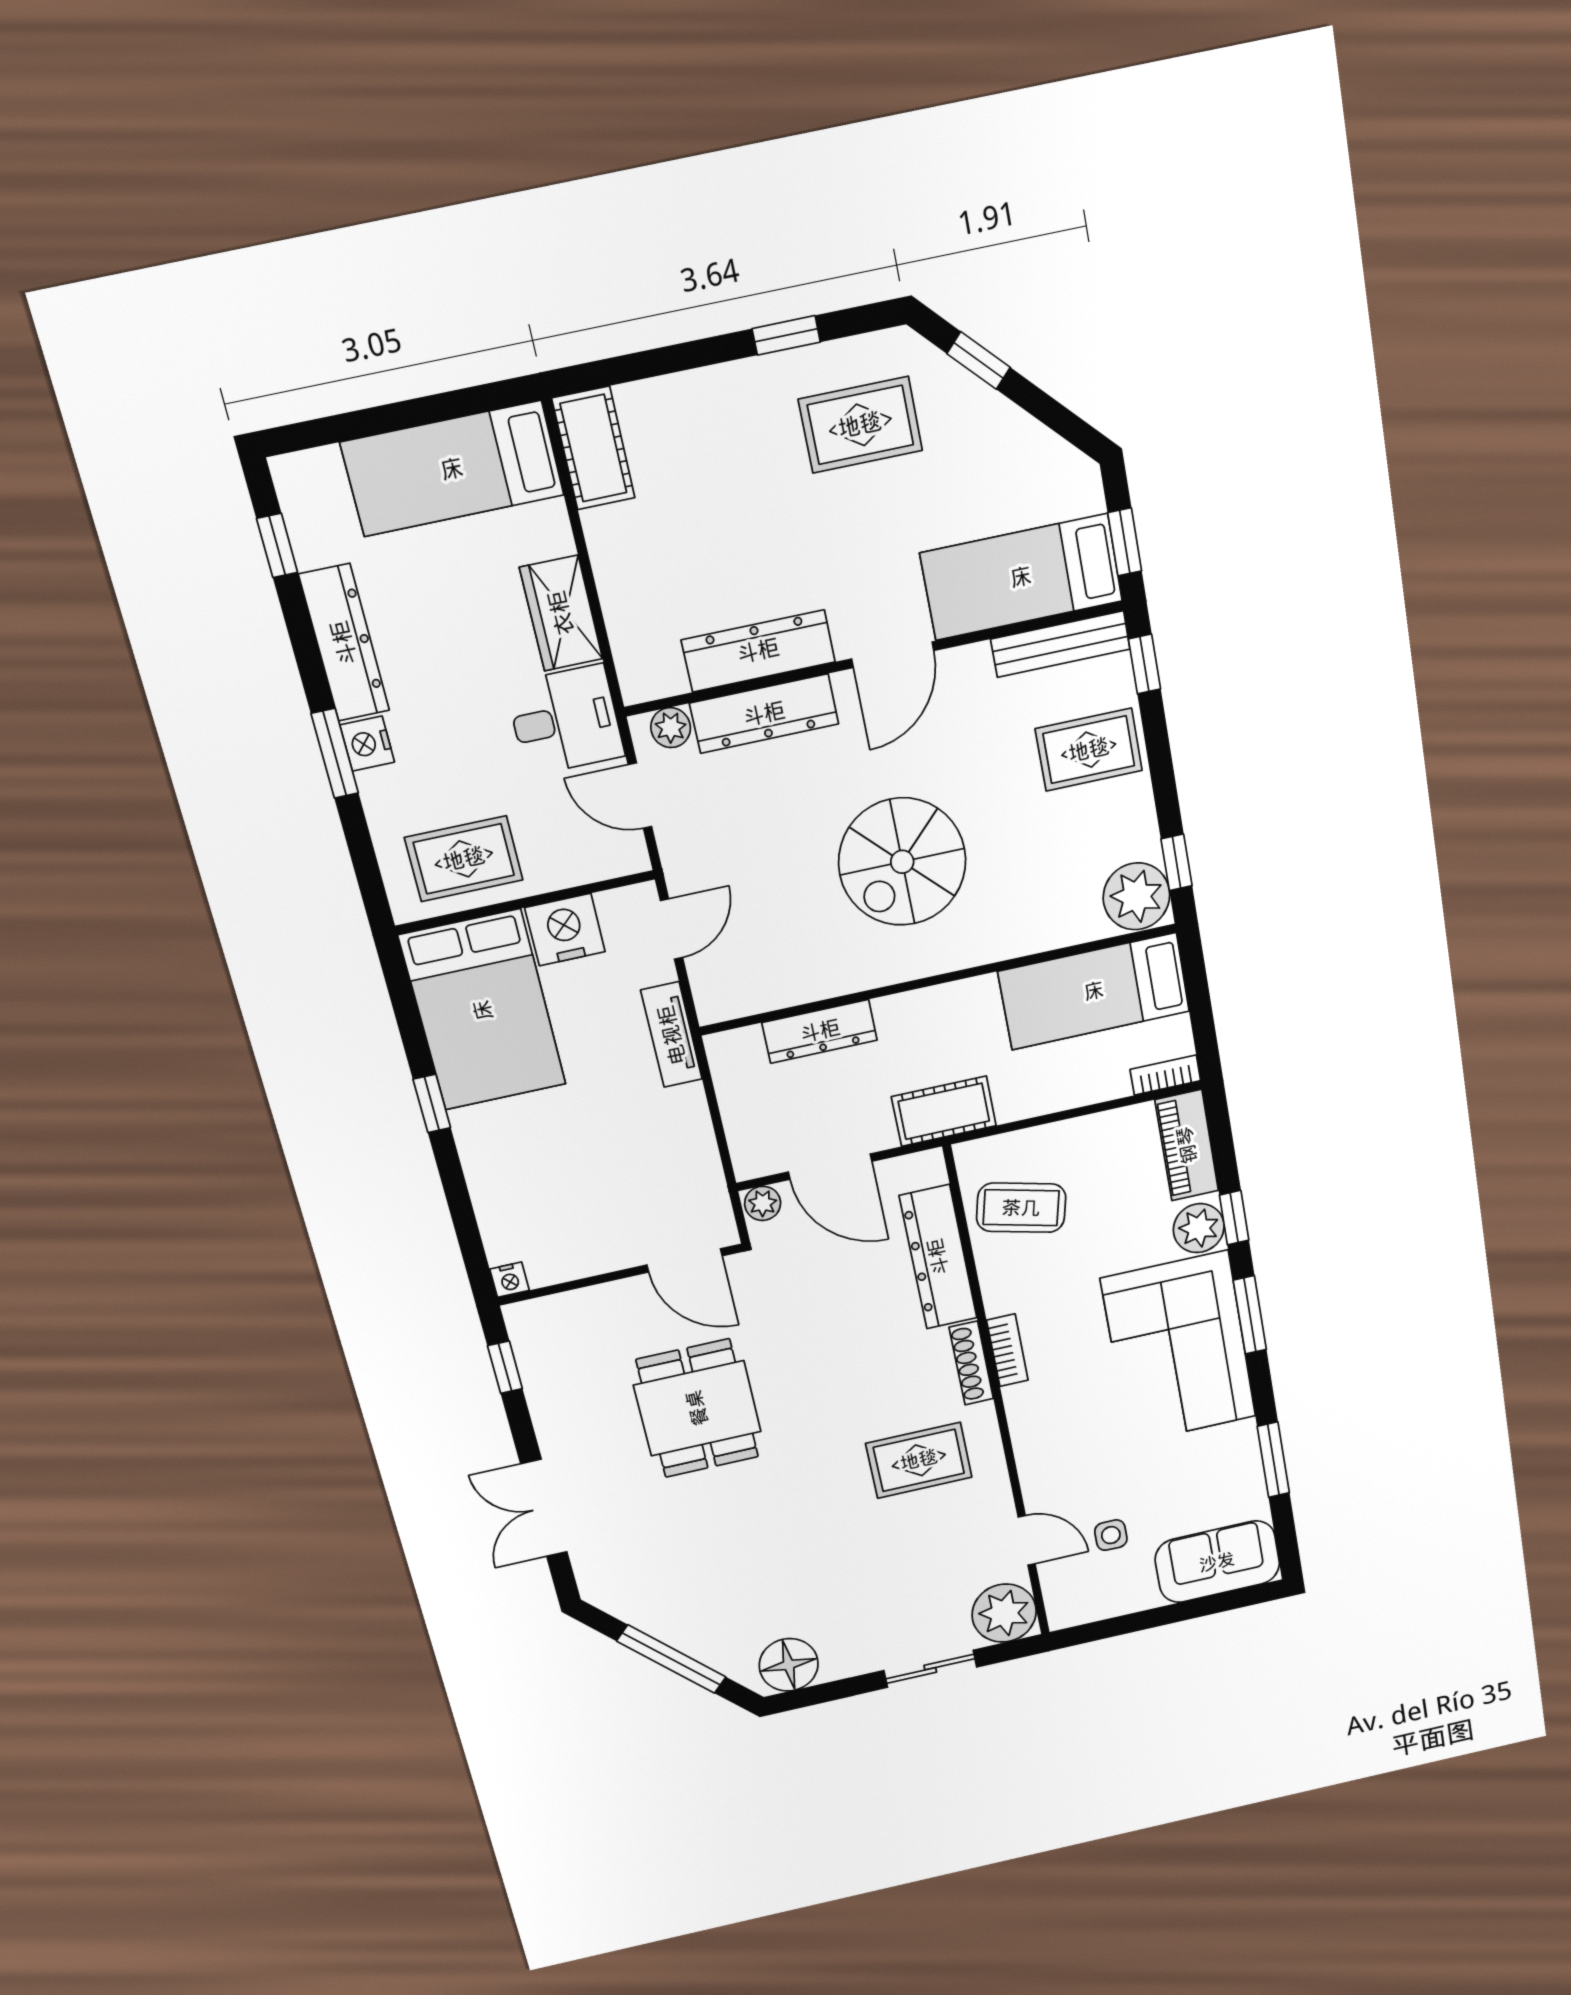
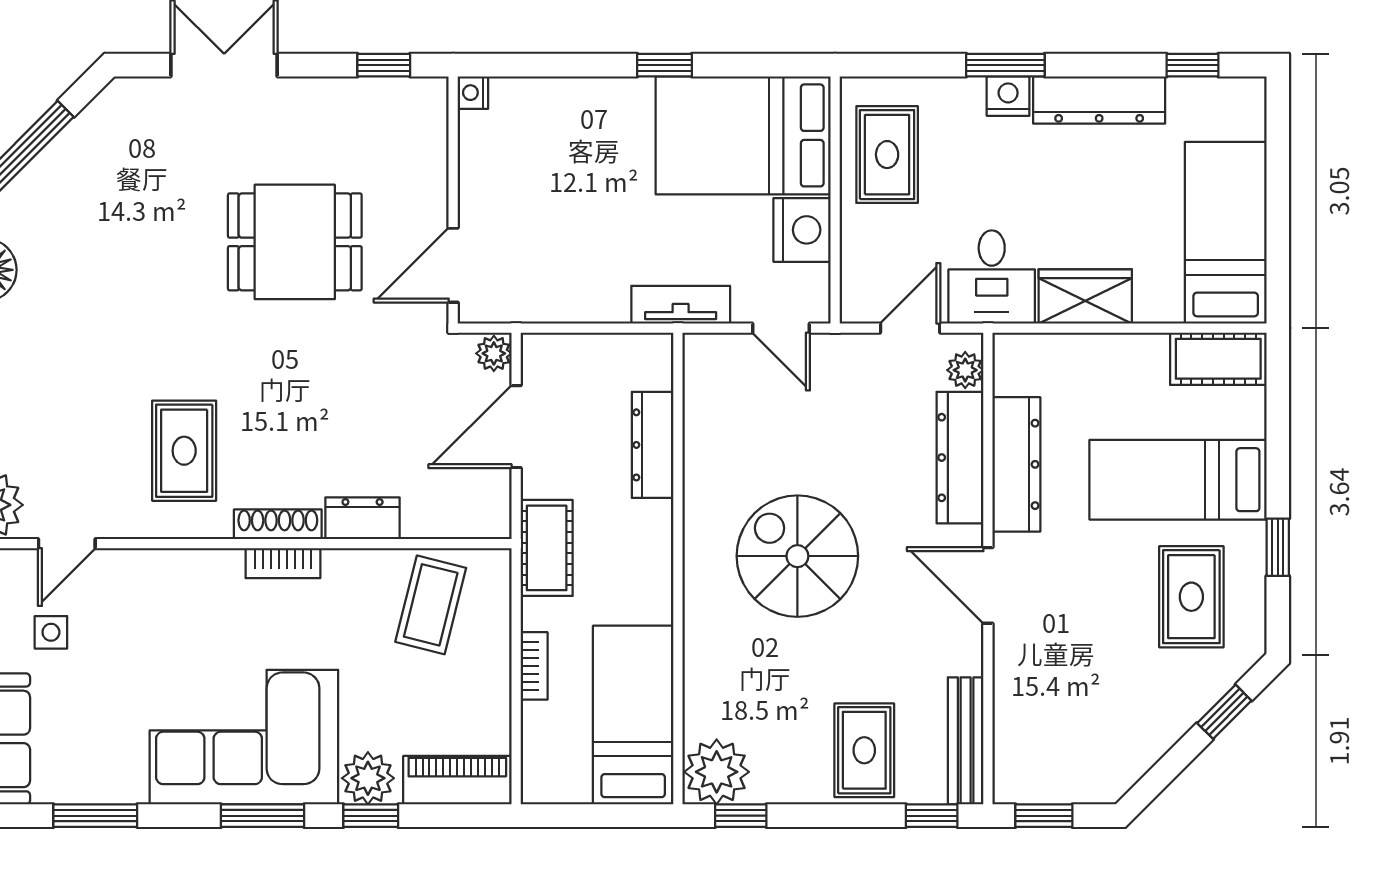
bed: (1021, 577) -> (1178, 480), moved, turned -90
bookcase: (1165, 1075) -> (534, 666), moved
dresser: (938, 1257) -> (363, 518), width x0.51, depth x0.80

